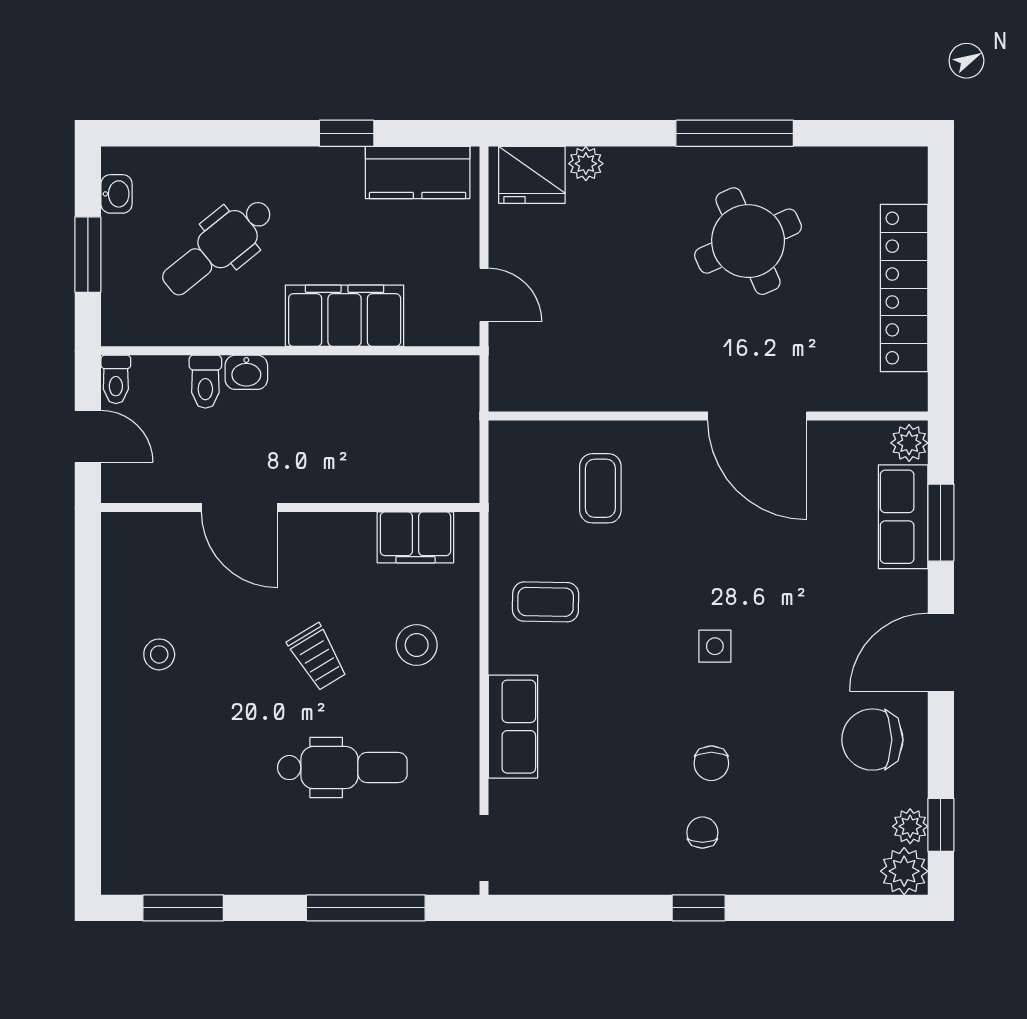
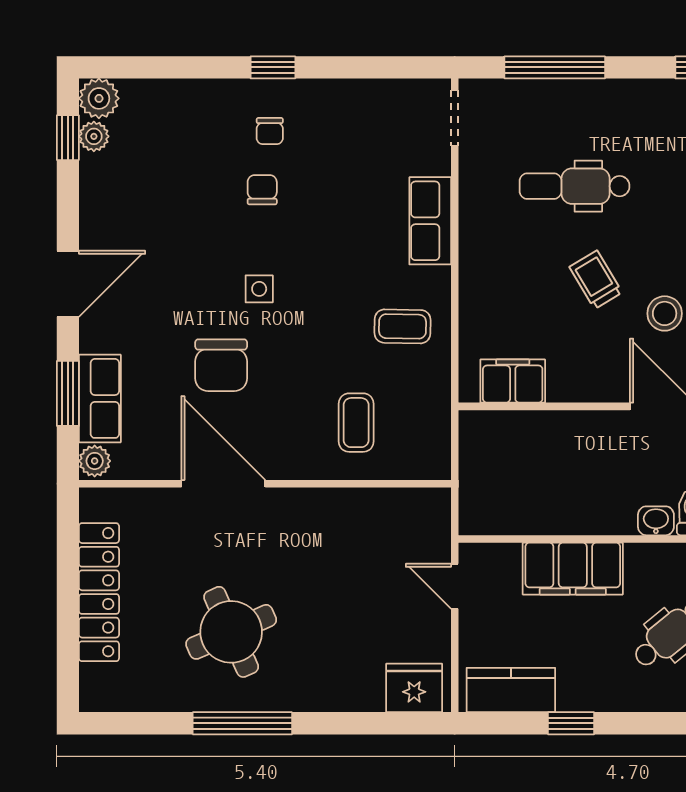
plant: (586, 164) -> (368, 698), removed
stool: (417, 645) -> (665, 313), moved
chair: (872, 740) -> (221, 365), moved, turned 90

